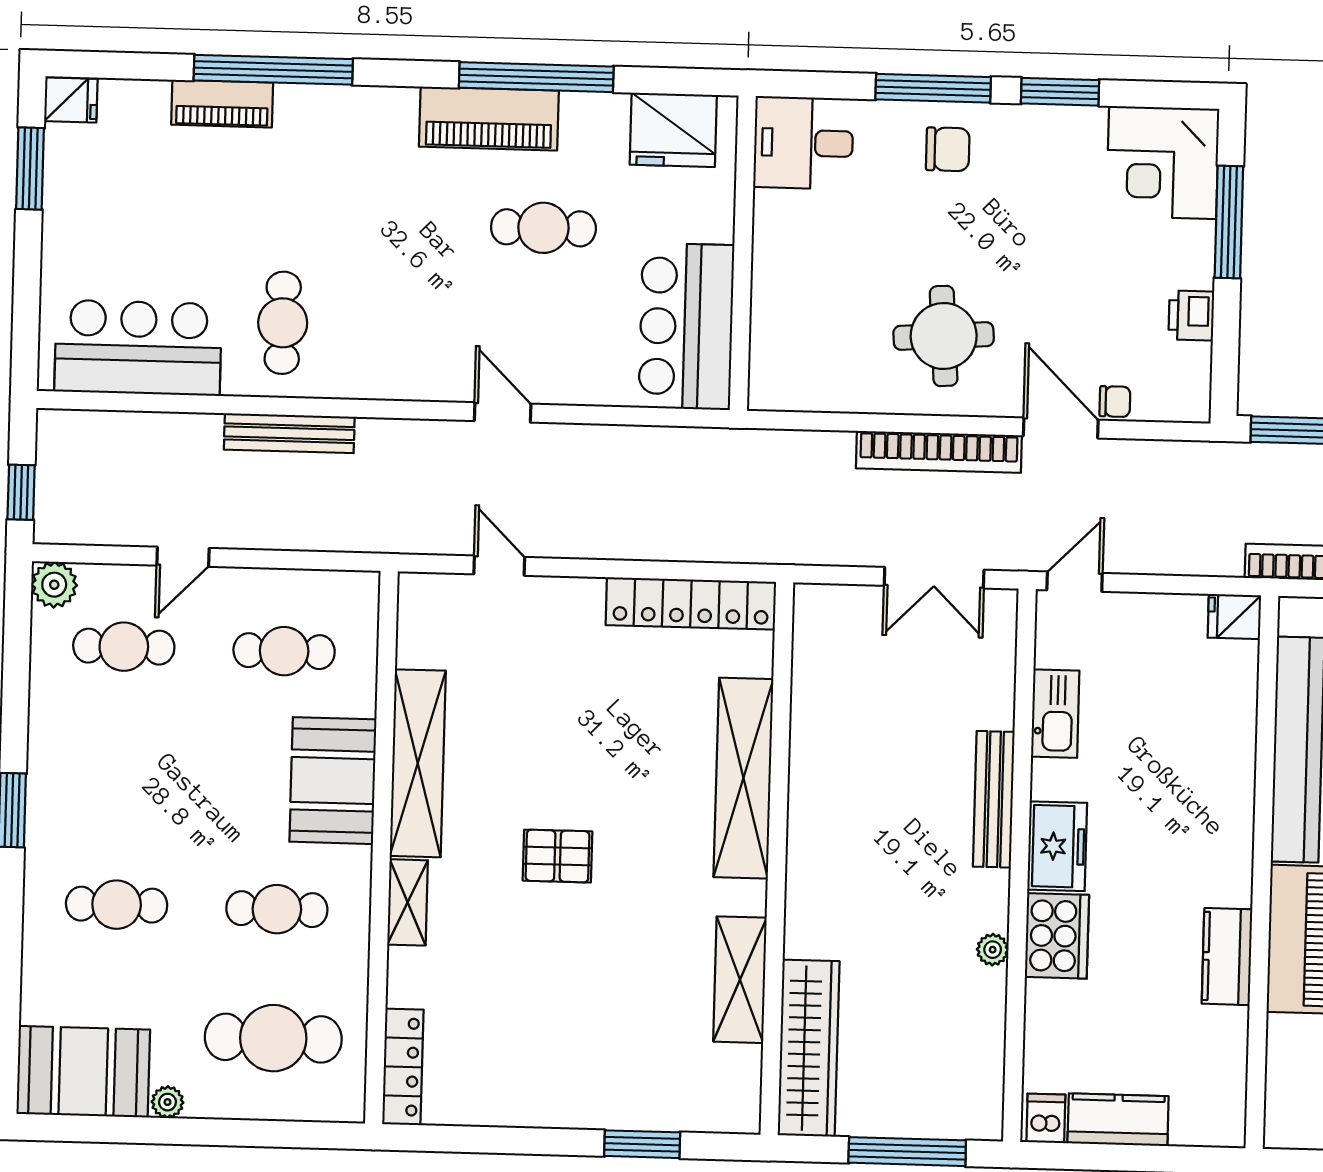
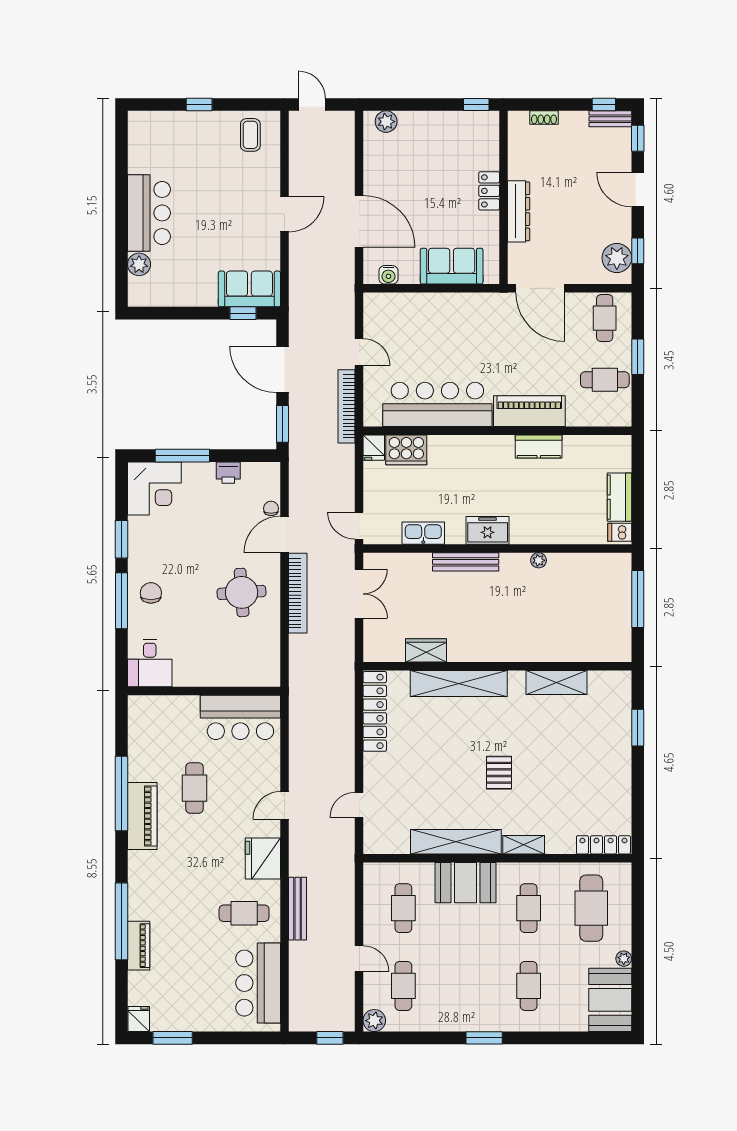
fridge: (673, 130) -> (263, 859), moved, turned 180
cooker: (1057, 936) -> (406, 450), moved, turned 180
wardrobe: (809, 1048) -> (426, 650), moved, width x0.48, depth x0.85

